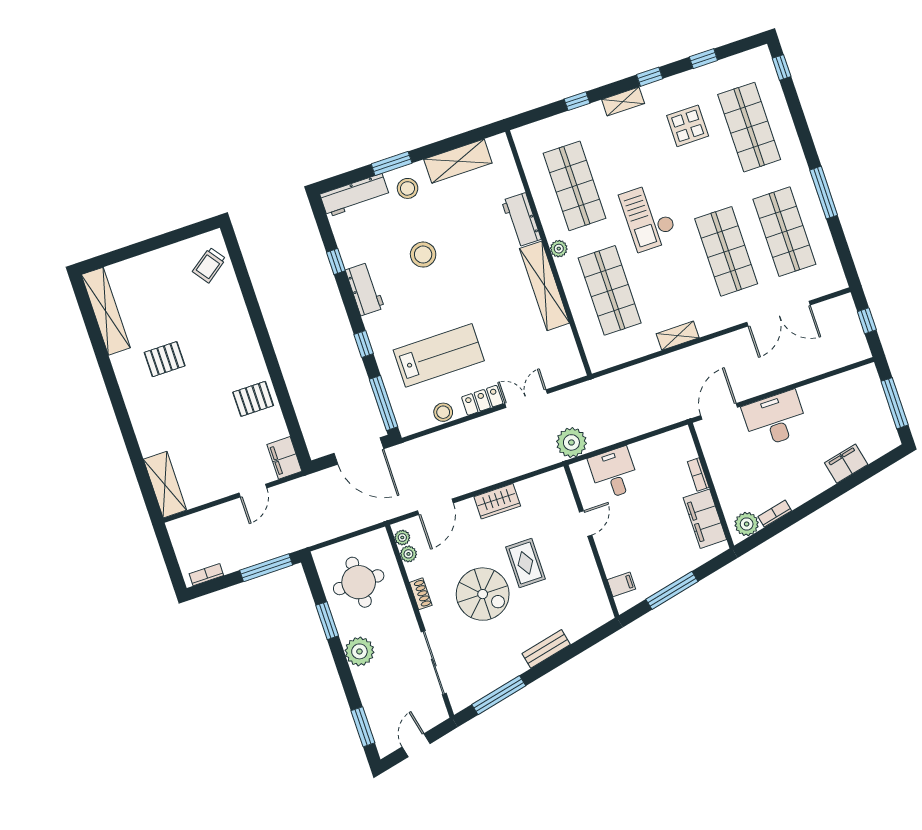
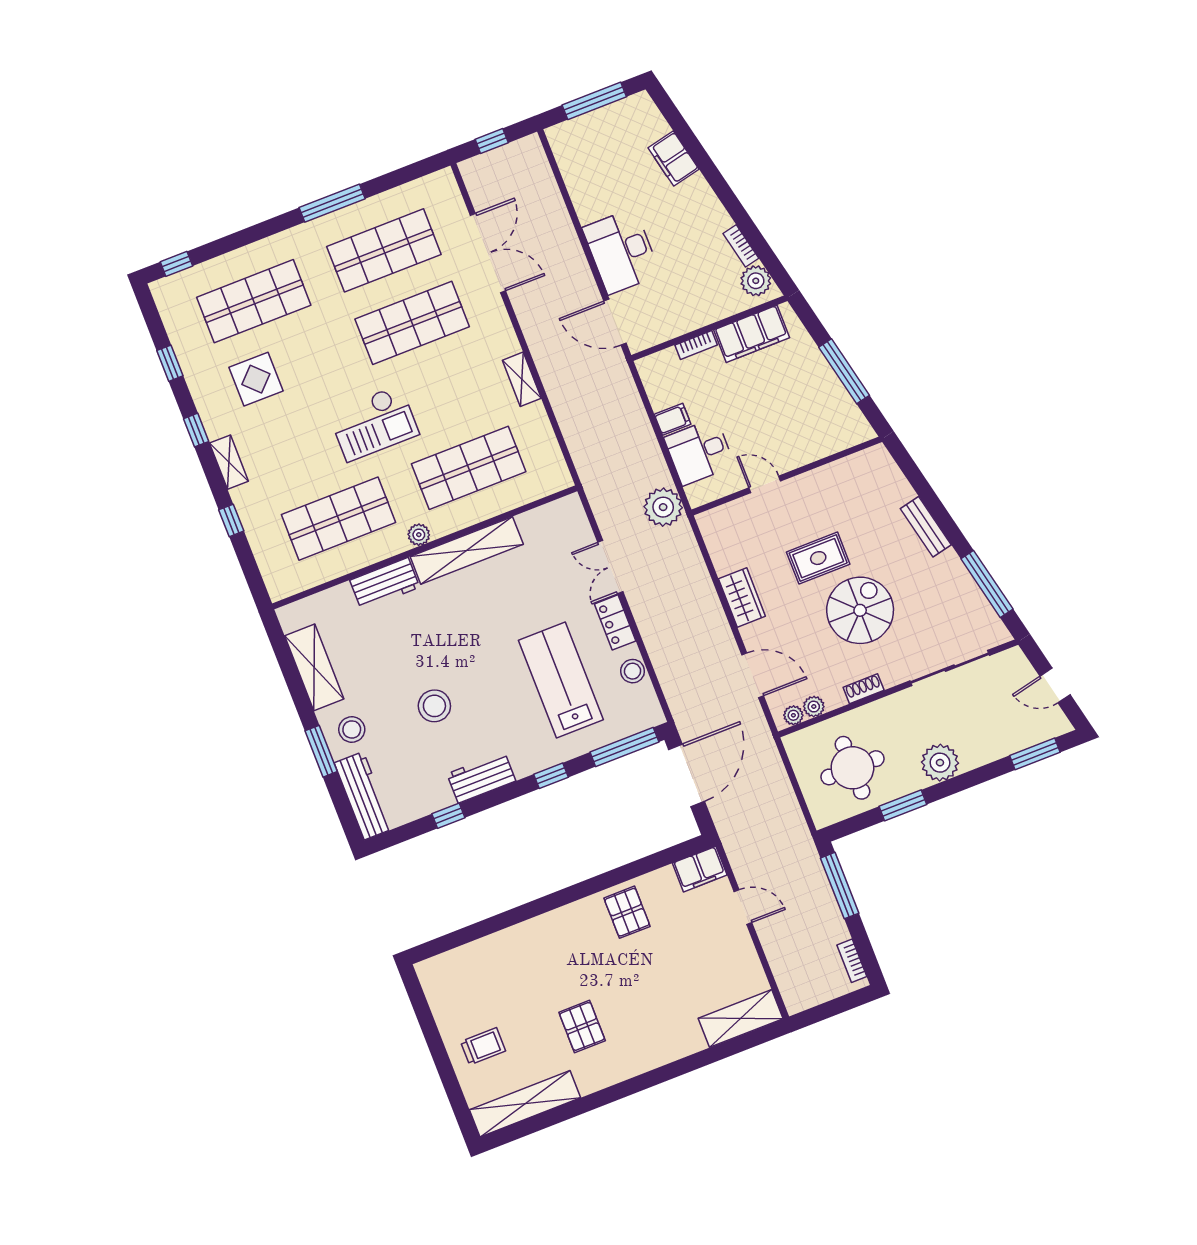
trolley: (209, 265) -> (483, 1046), moved, turned -54
filing cabinet: (621, 584) -> (673, 419), moved, turned 90

